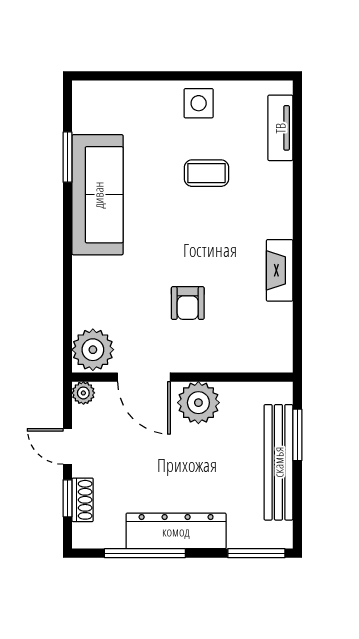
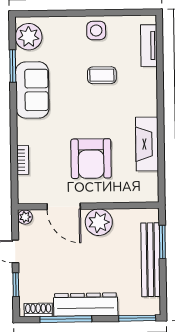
sofa: (98, 195) -> (32, 90), width x0.73
fireplace: (280, 270) -> (147, 144), width x1.37, depth x1.32
armchair: (188, 303) -> (91, 159), width x1.88, depth x1.88
bookcase: (81, 304) -> (23, 160), added
plant: (93, 350) -> (29, 37), moved
shoe rack: (83, 500) -> (38, 310), moved, turned -90

